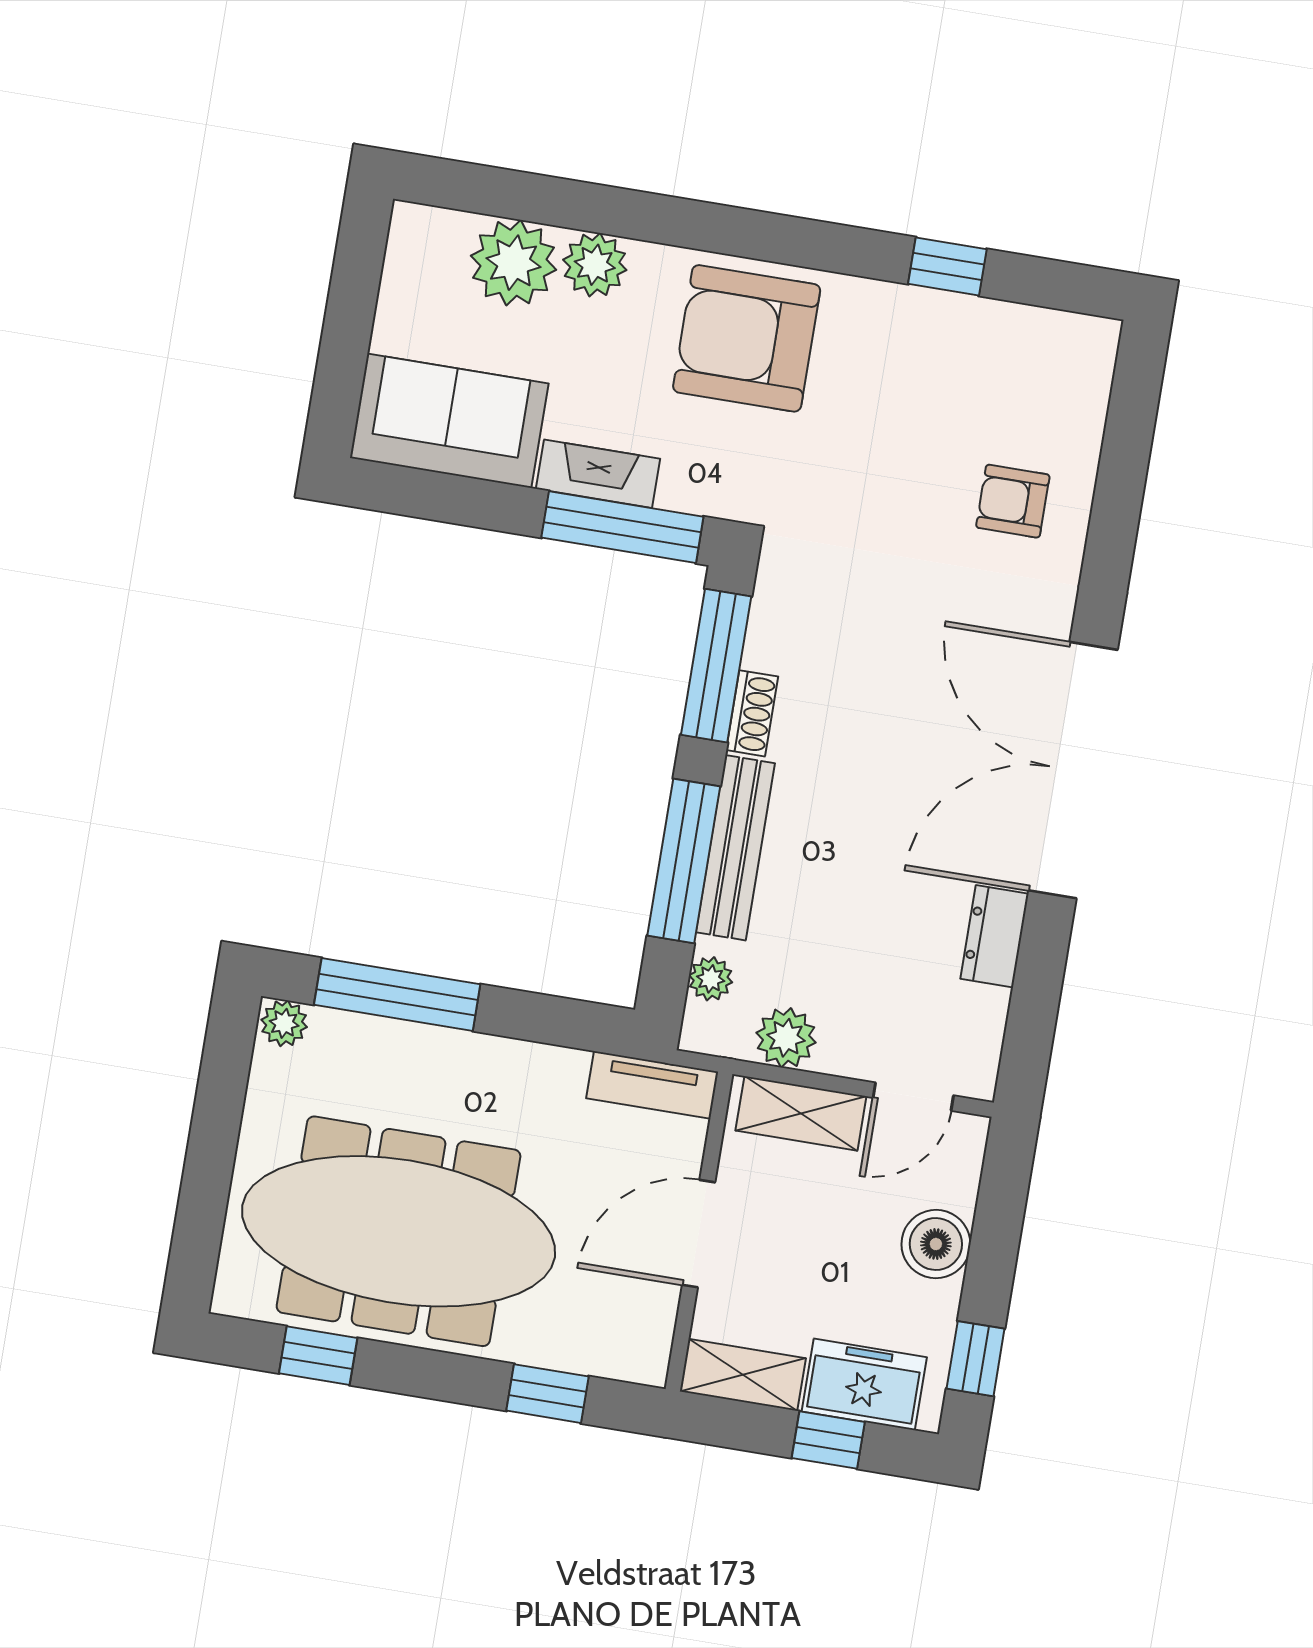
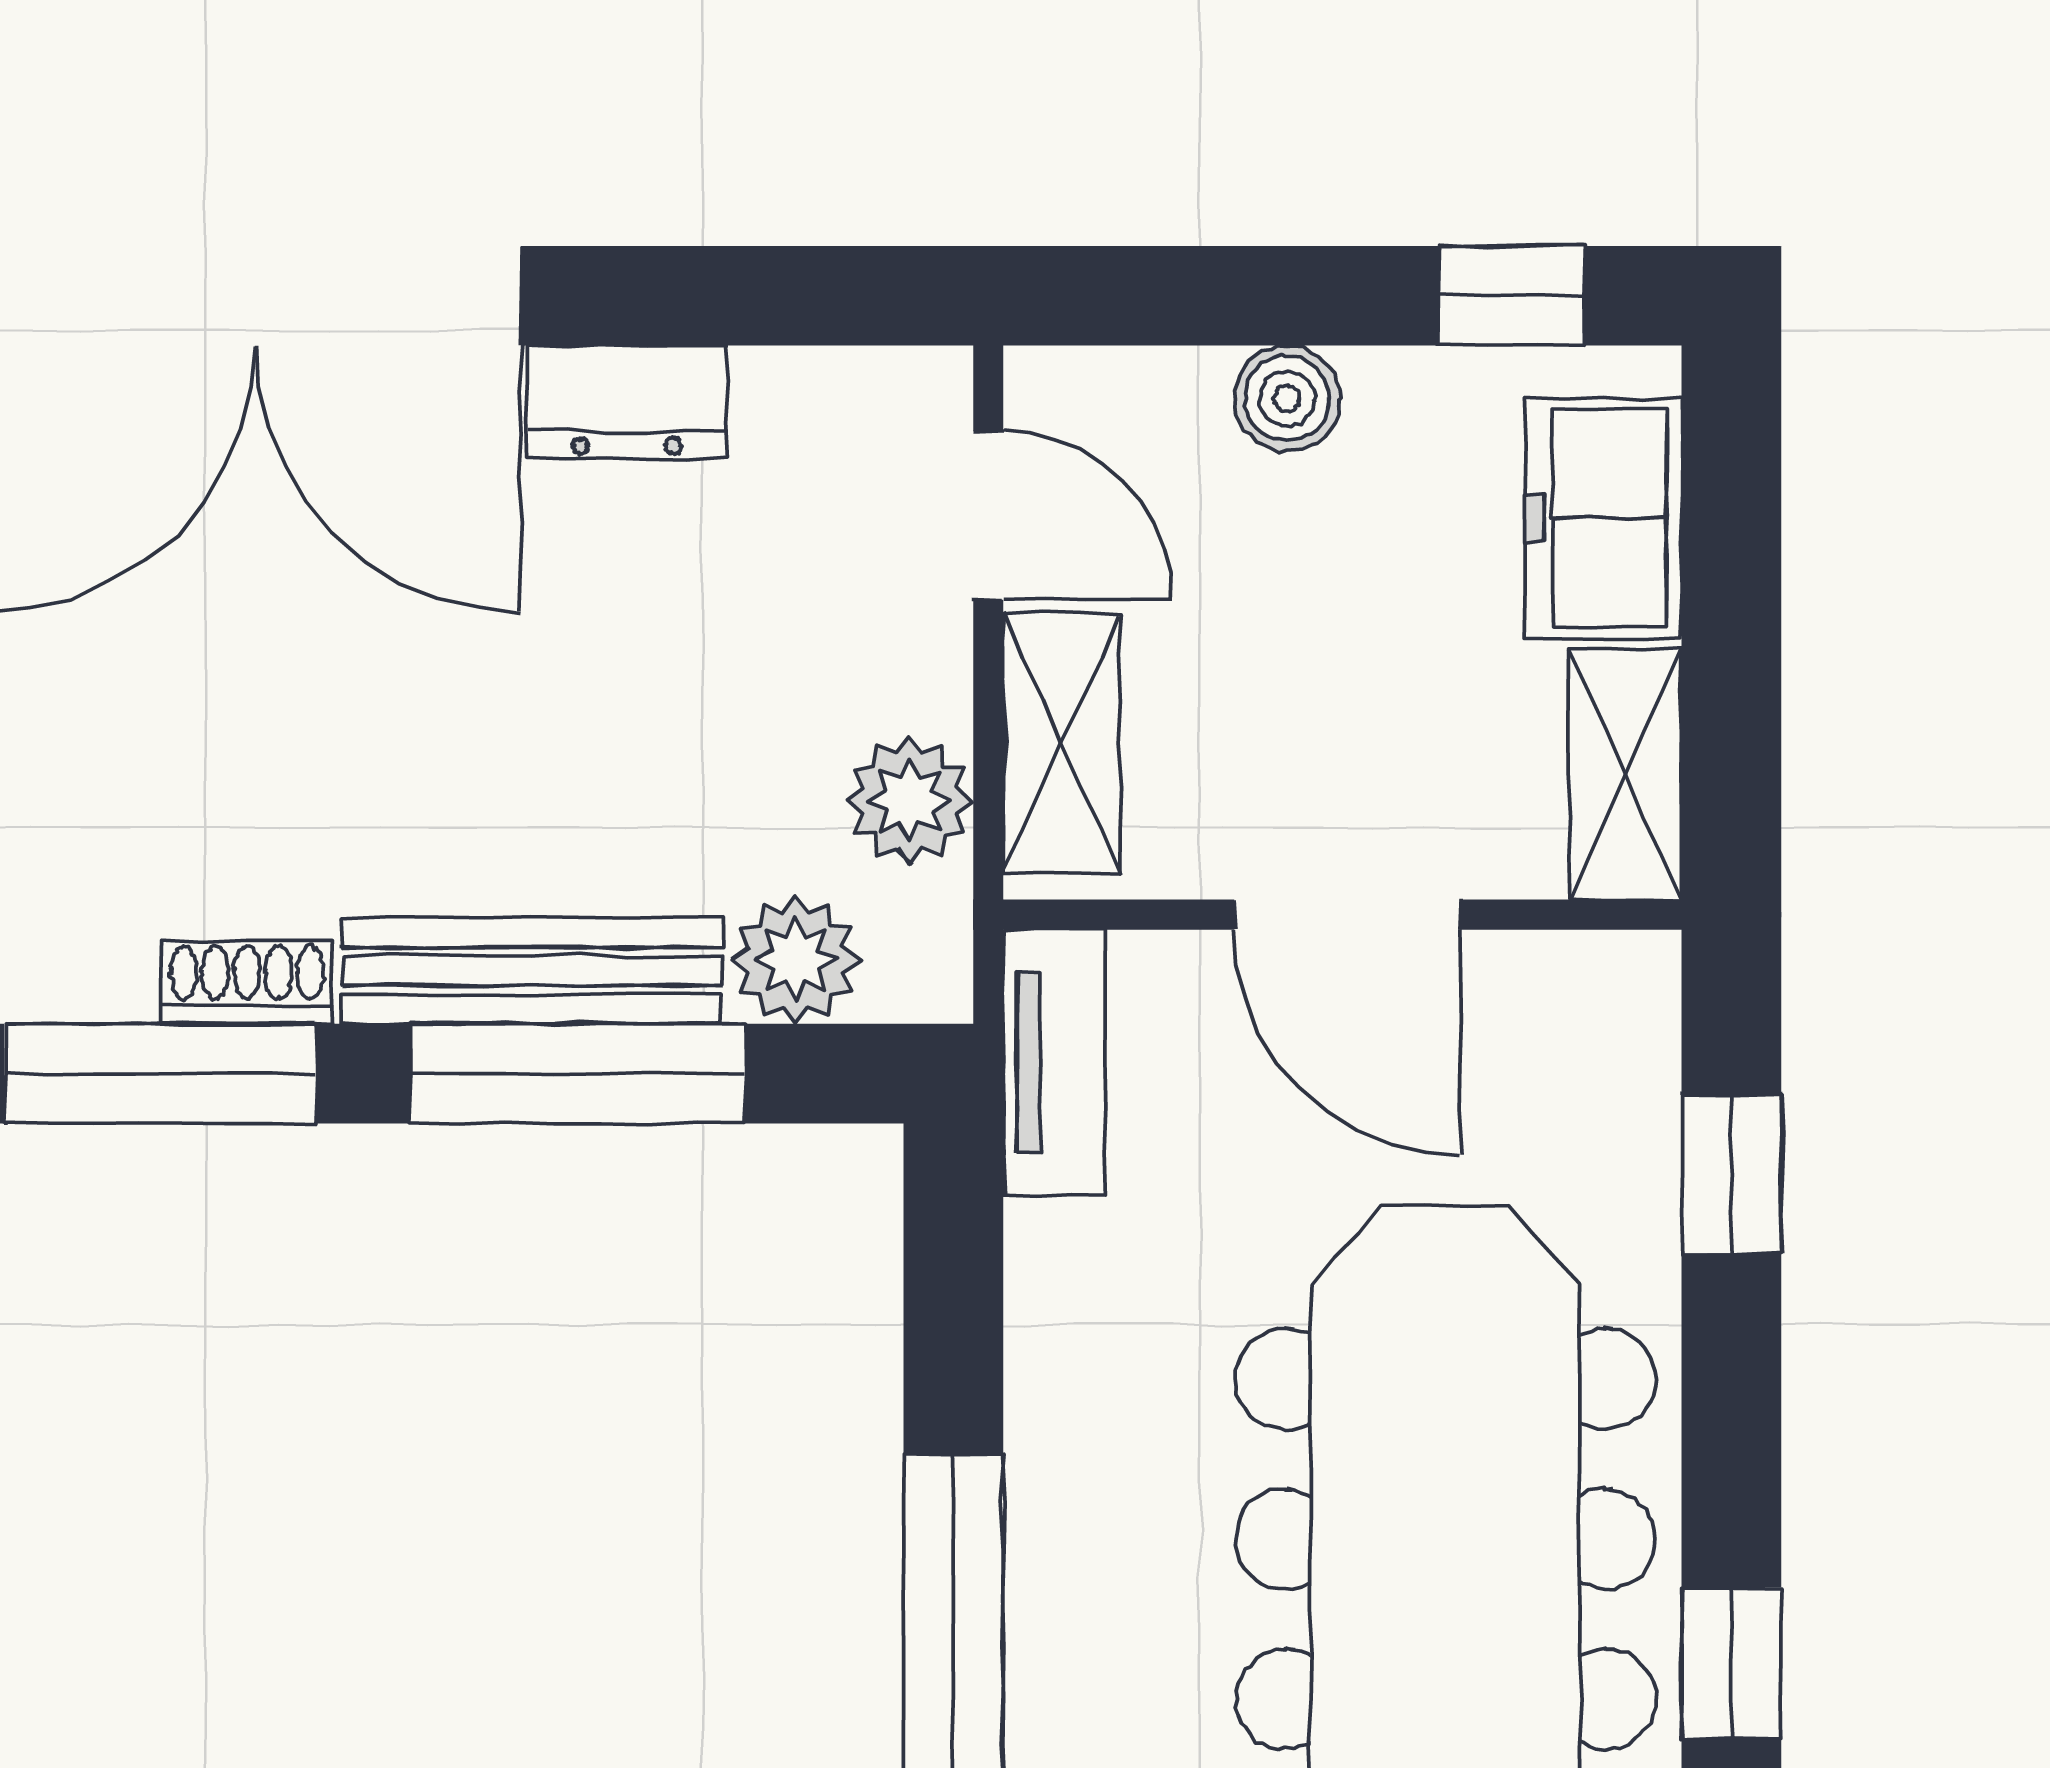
plant: (711, 979) -> (796, 960), width x1.38, depth x1.38
boiler: (936, 1244) -> (1287, 398), width x0.73, depth x0.73
window: (828, 1440) -> (1731, 574), removed

